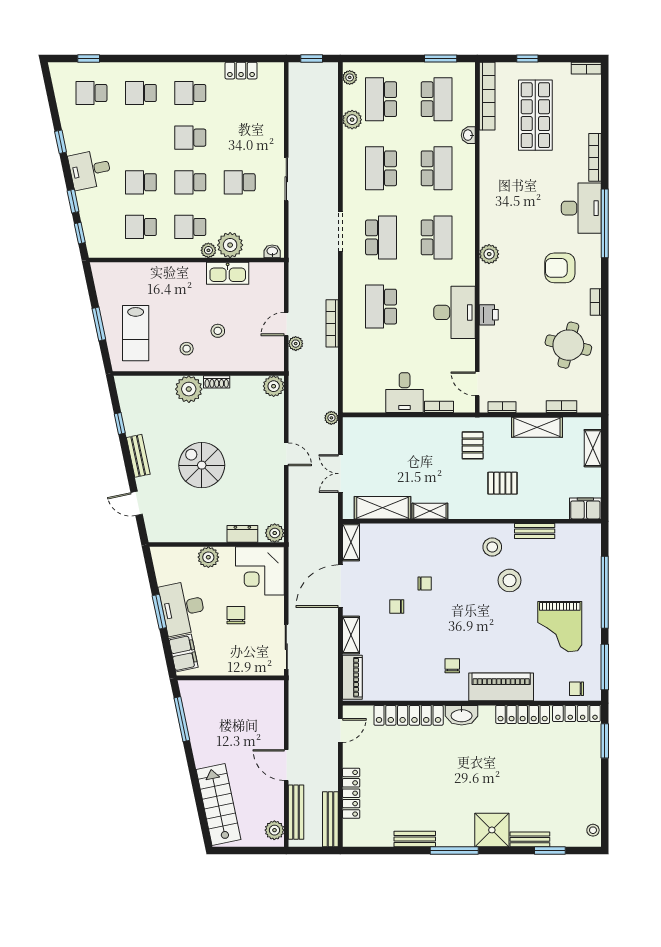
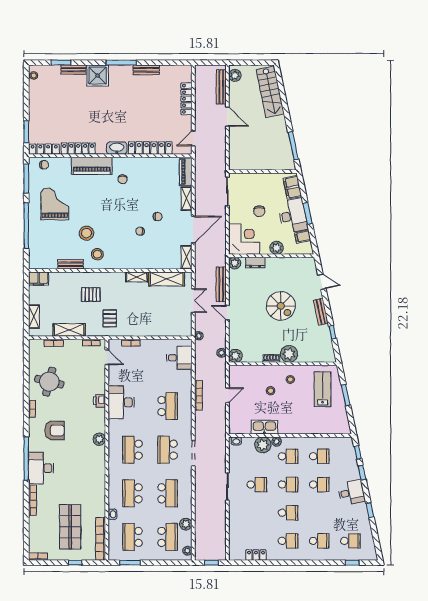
plant: (296, 344) -> (221, 353), moved
desk: (405, 393) -> (179, 358), moved, turned 90
filing cabinet: (167, 575) -> (303, 237), added
bench: (330, 819) -> (221, 284), moved

